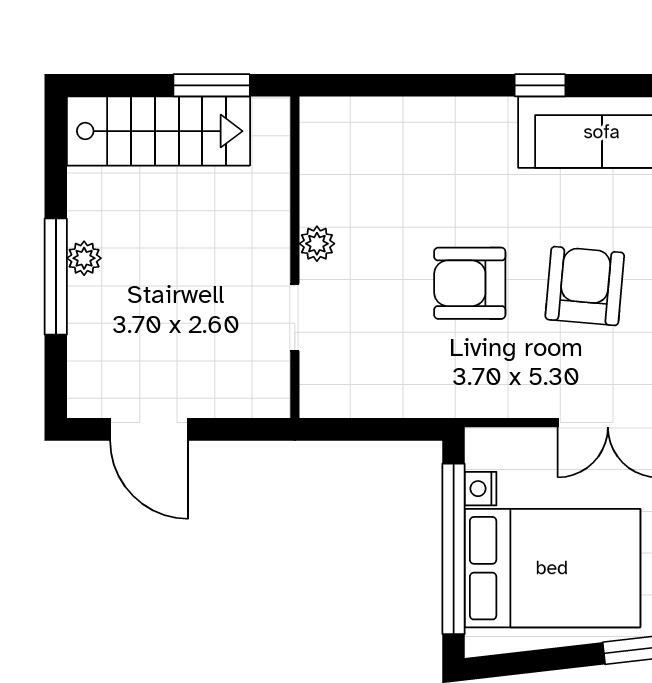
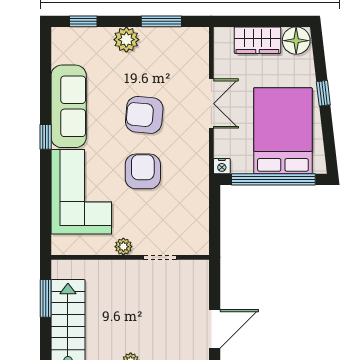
corner sofa: (428, 158) -> (81, 192), added
armchair: (470, 283) -> (143, 171), turned 180
nightstand: (481, 489) -> (222, 166), moved

